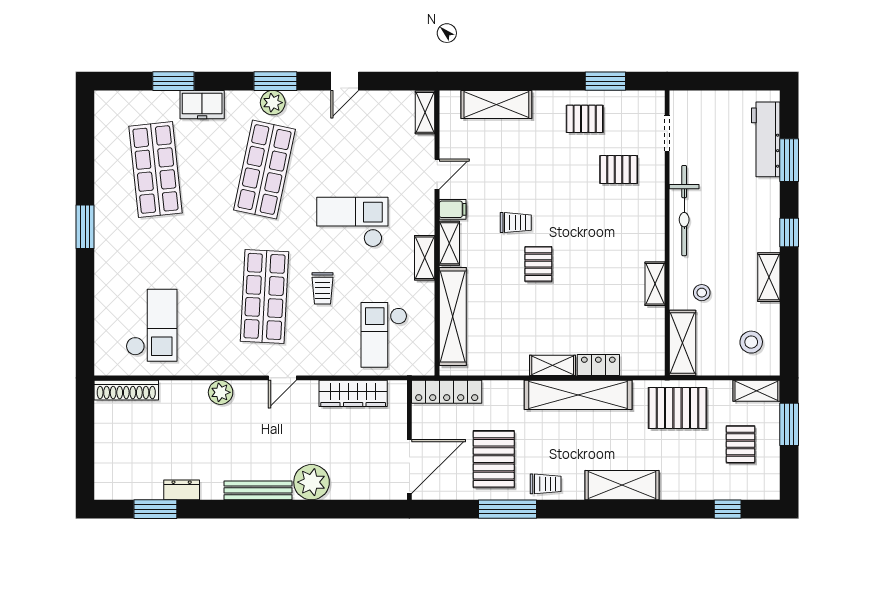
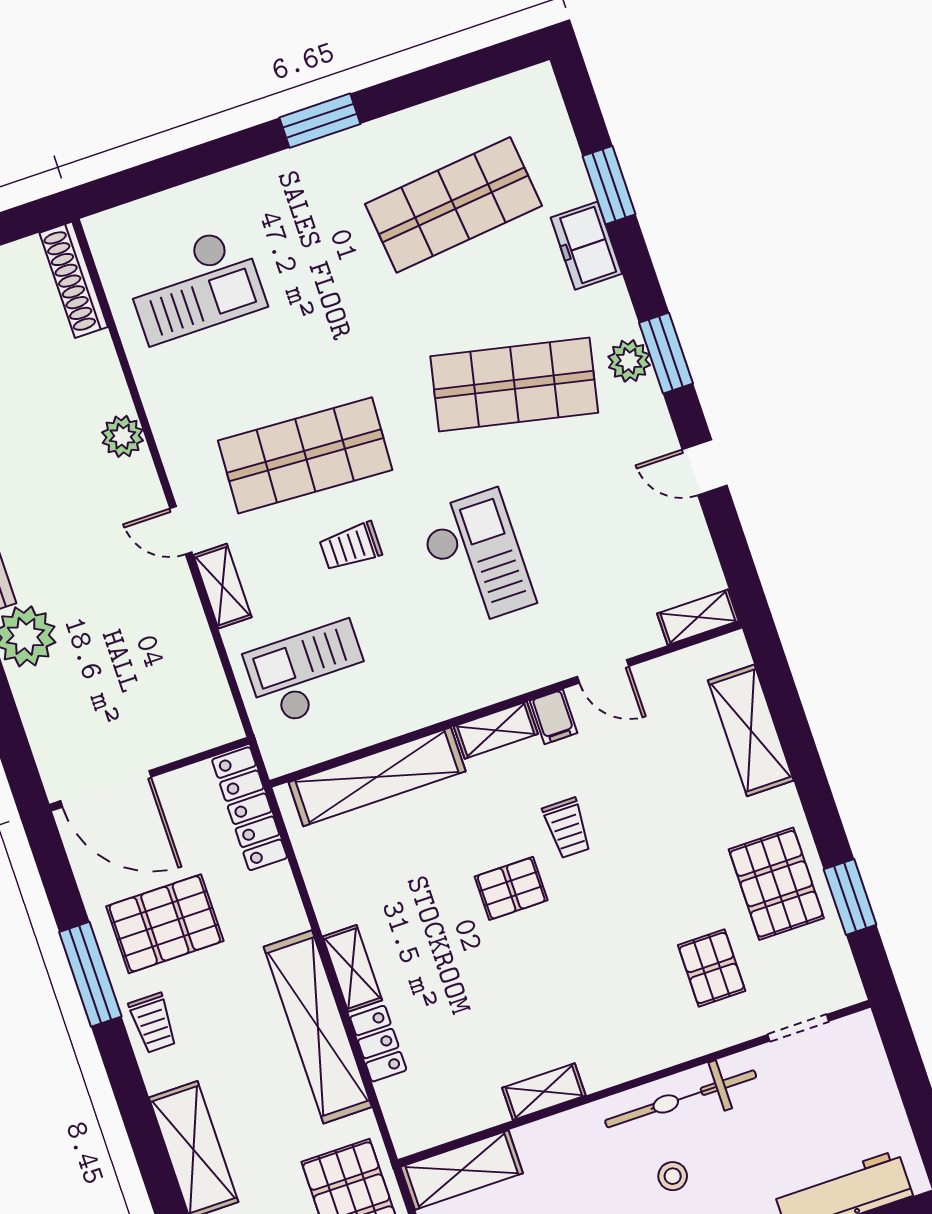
pallet: (585, 119) -> (776, 884), width x1.50, depth x1.42
shelving: (425, 258) -> (222, 586), moved, turned 90
stool: (702, 293) -> (673, 1176), moved
wardrobe: (353, 393) -> (195, 655), removed

